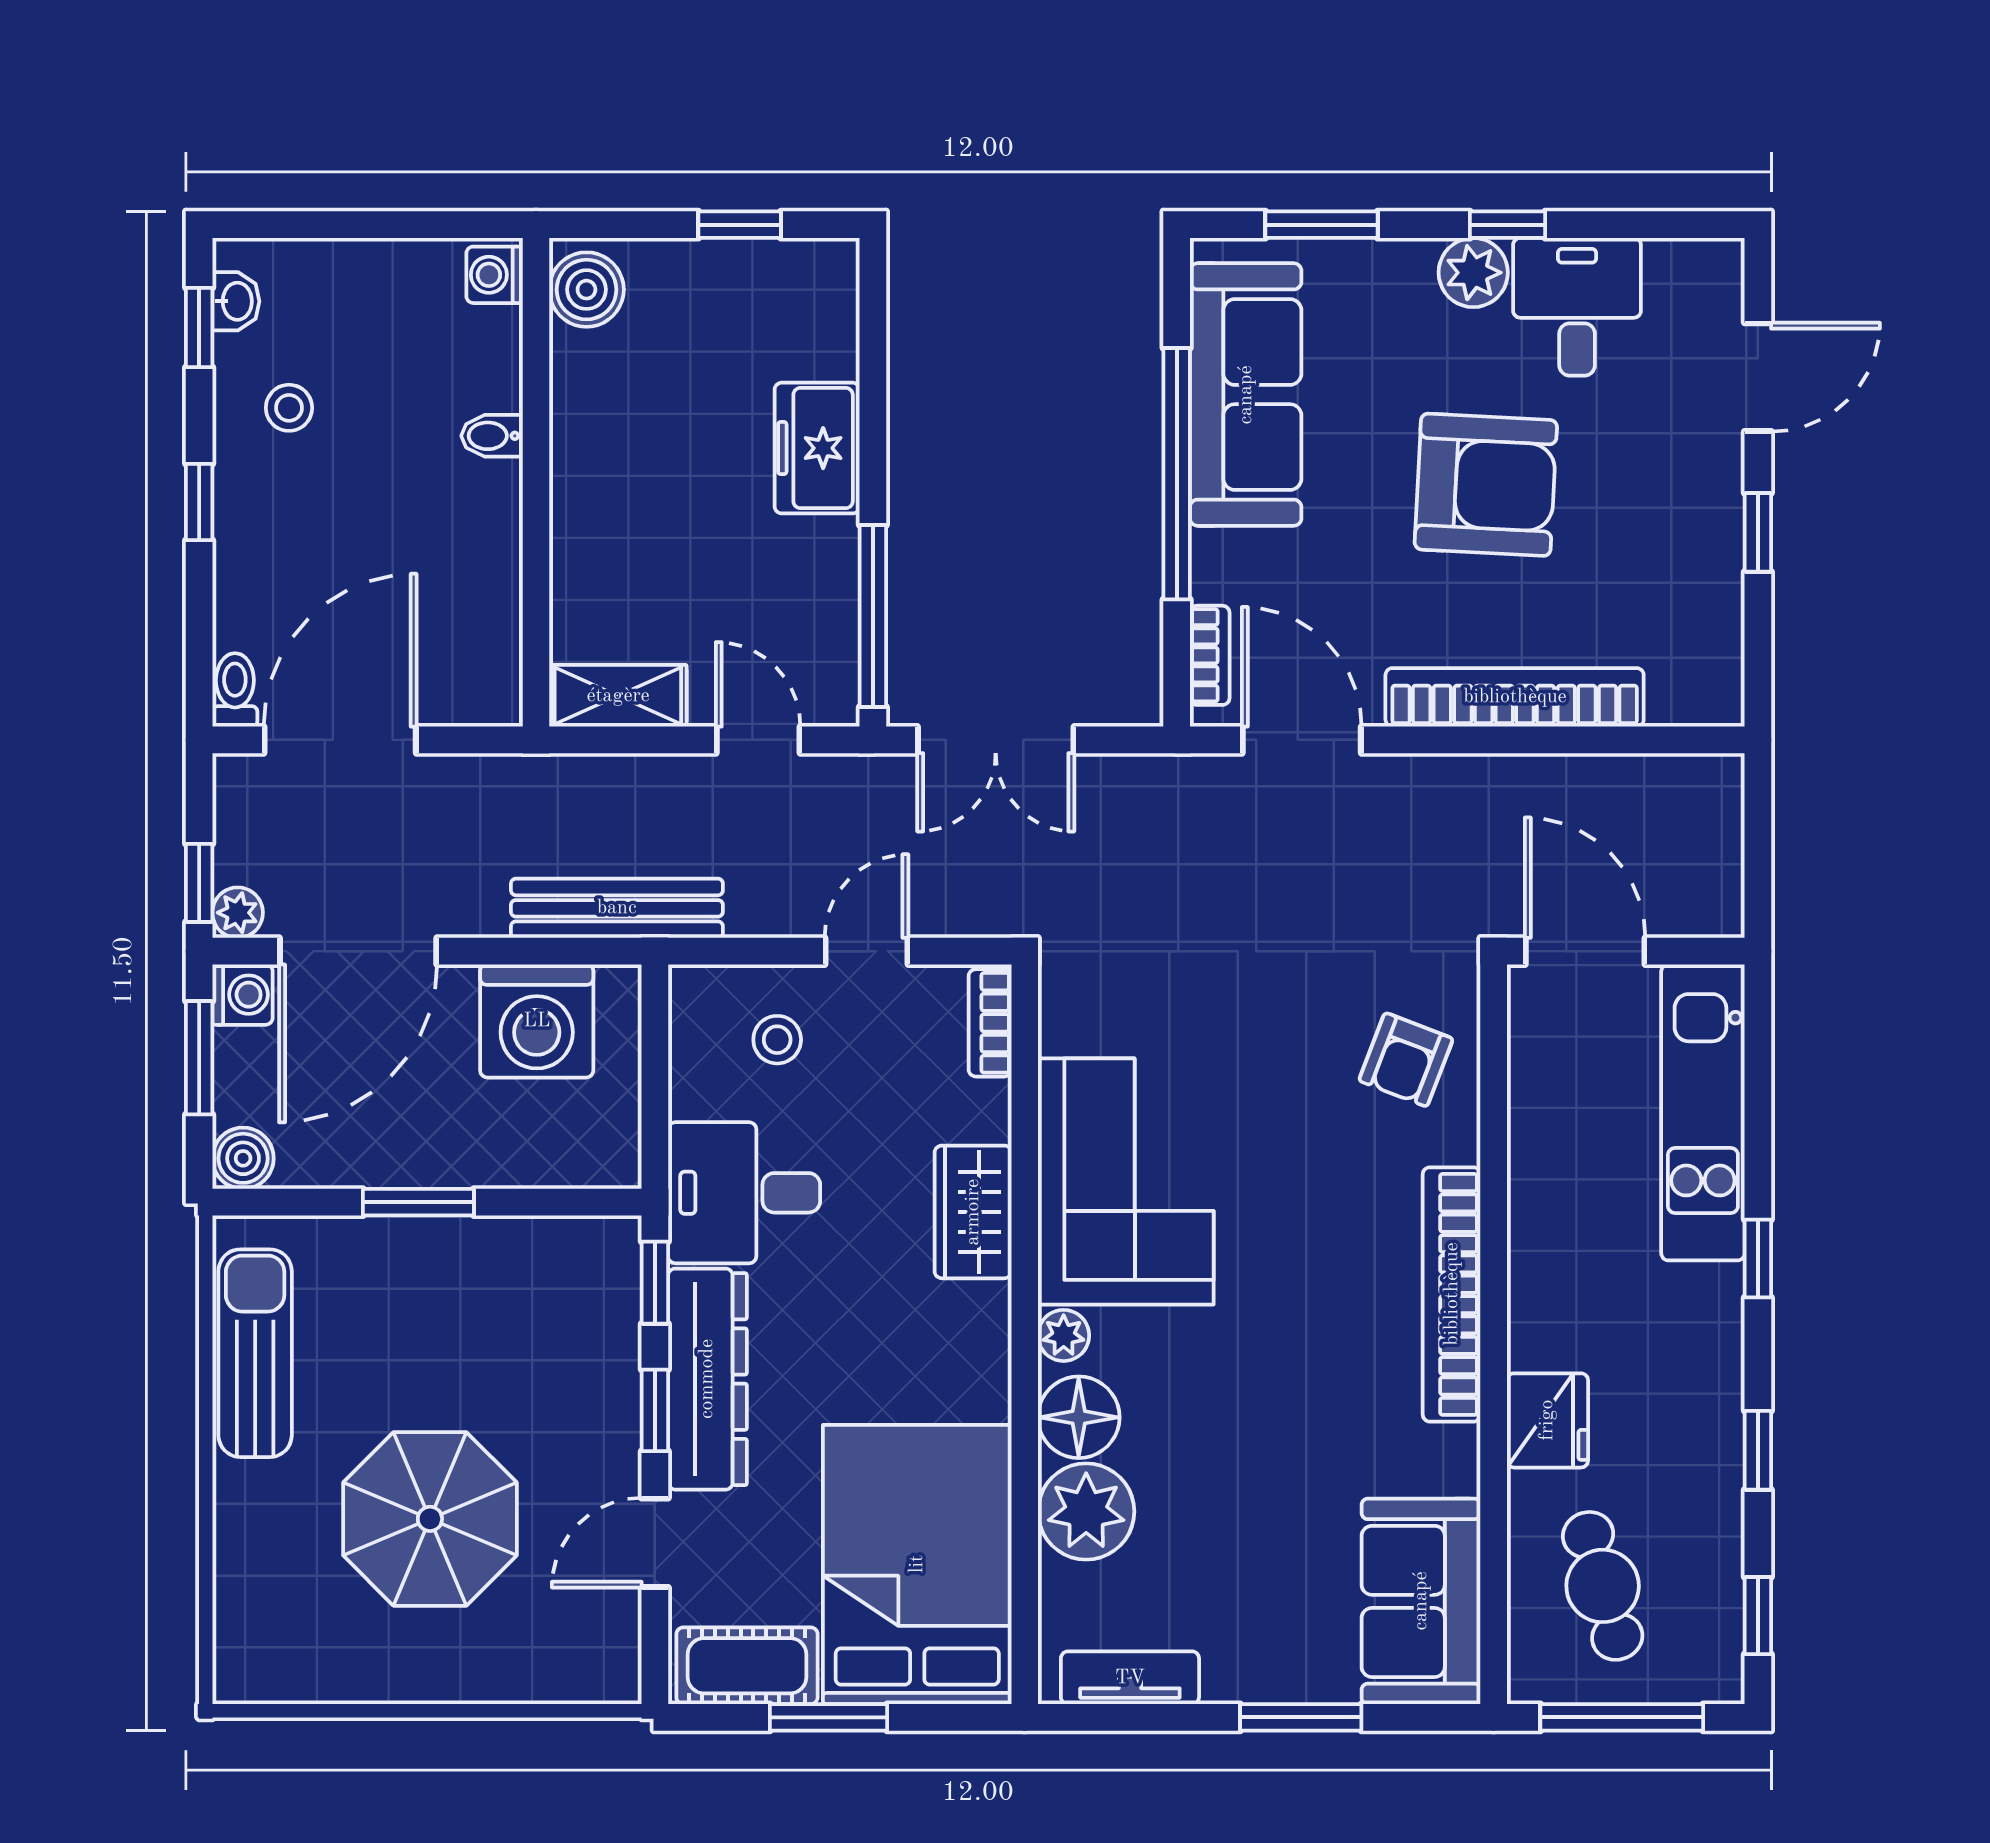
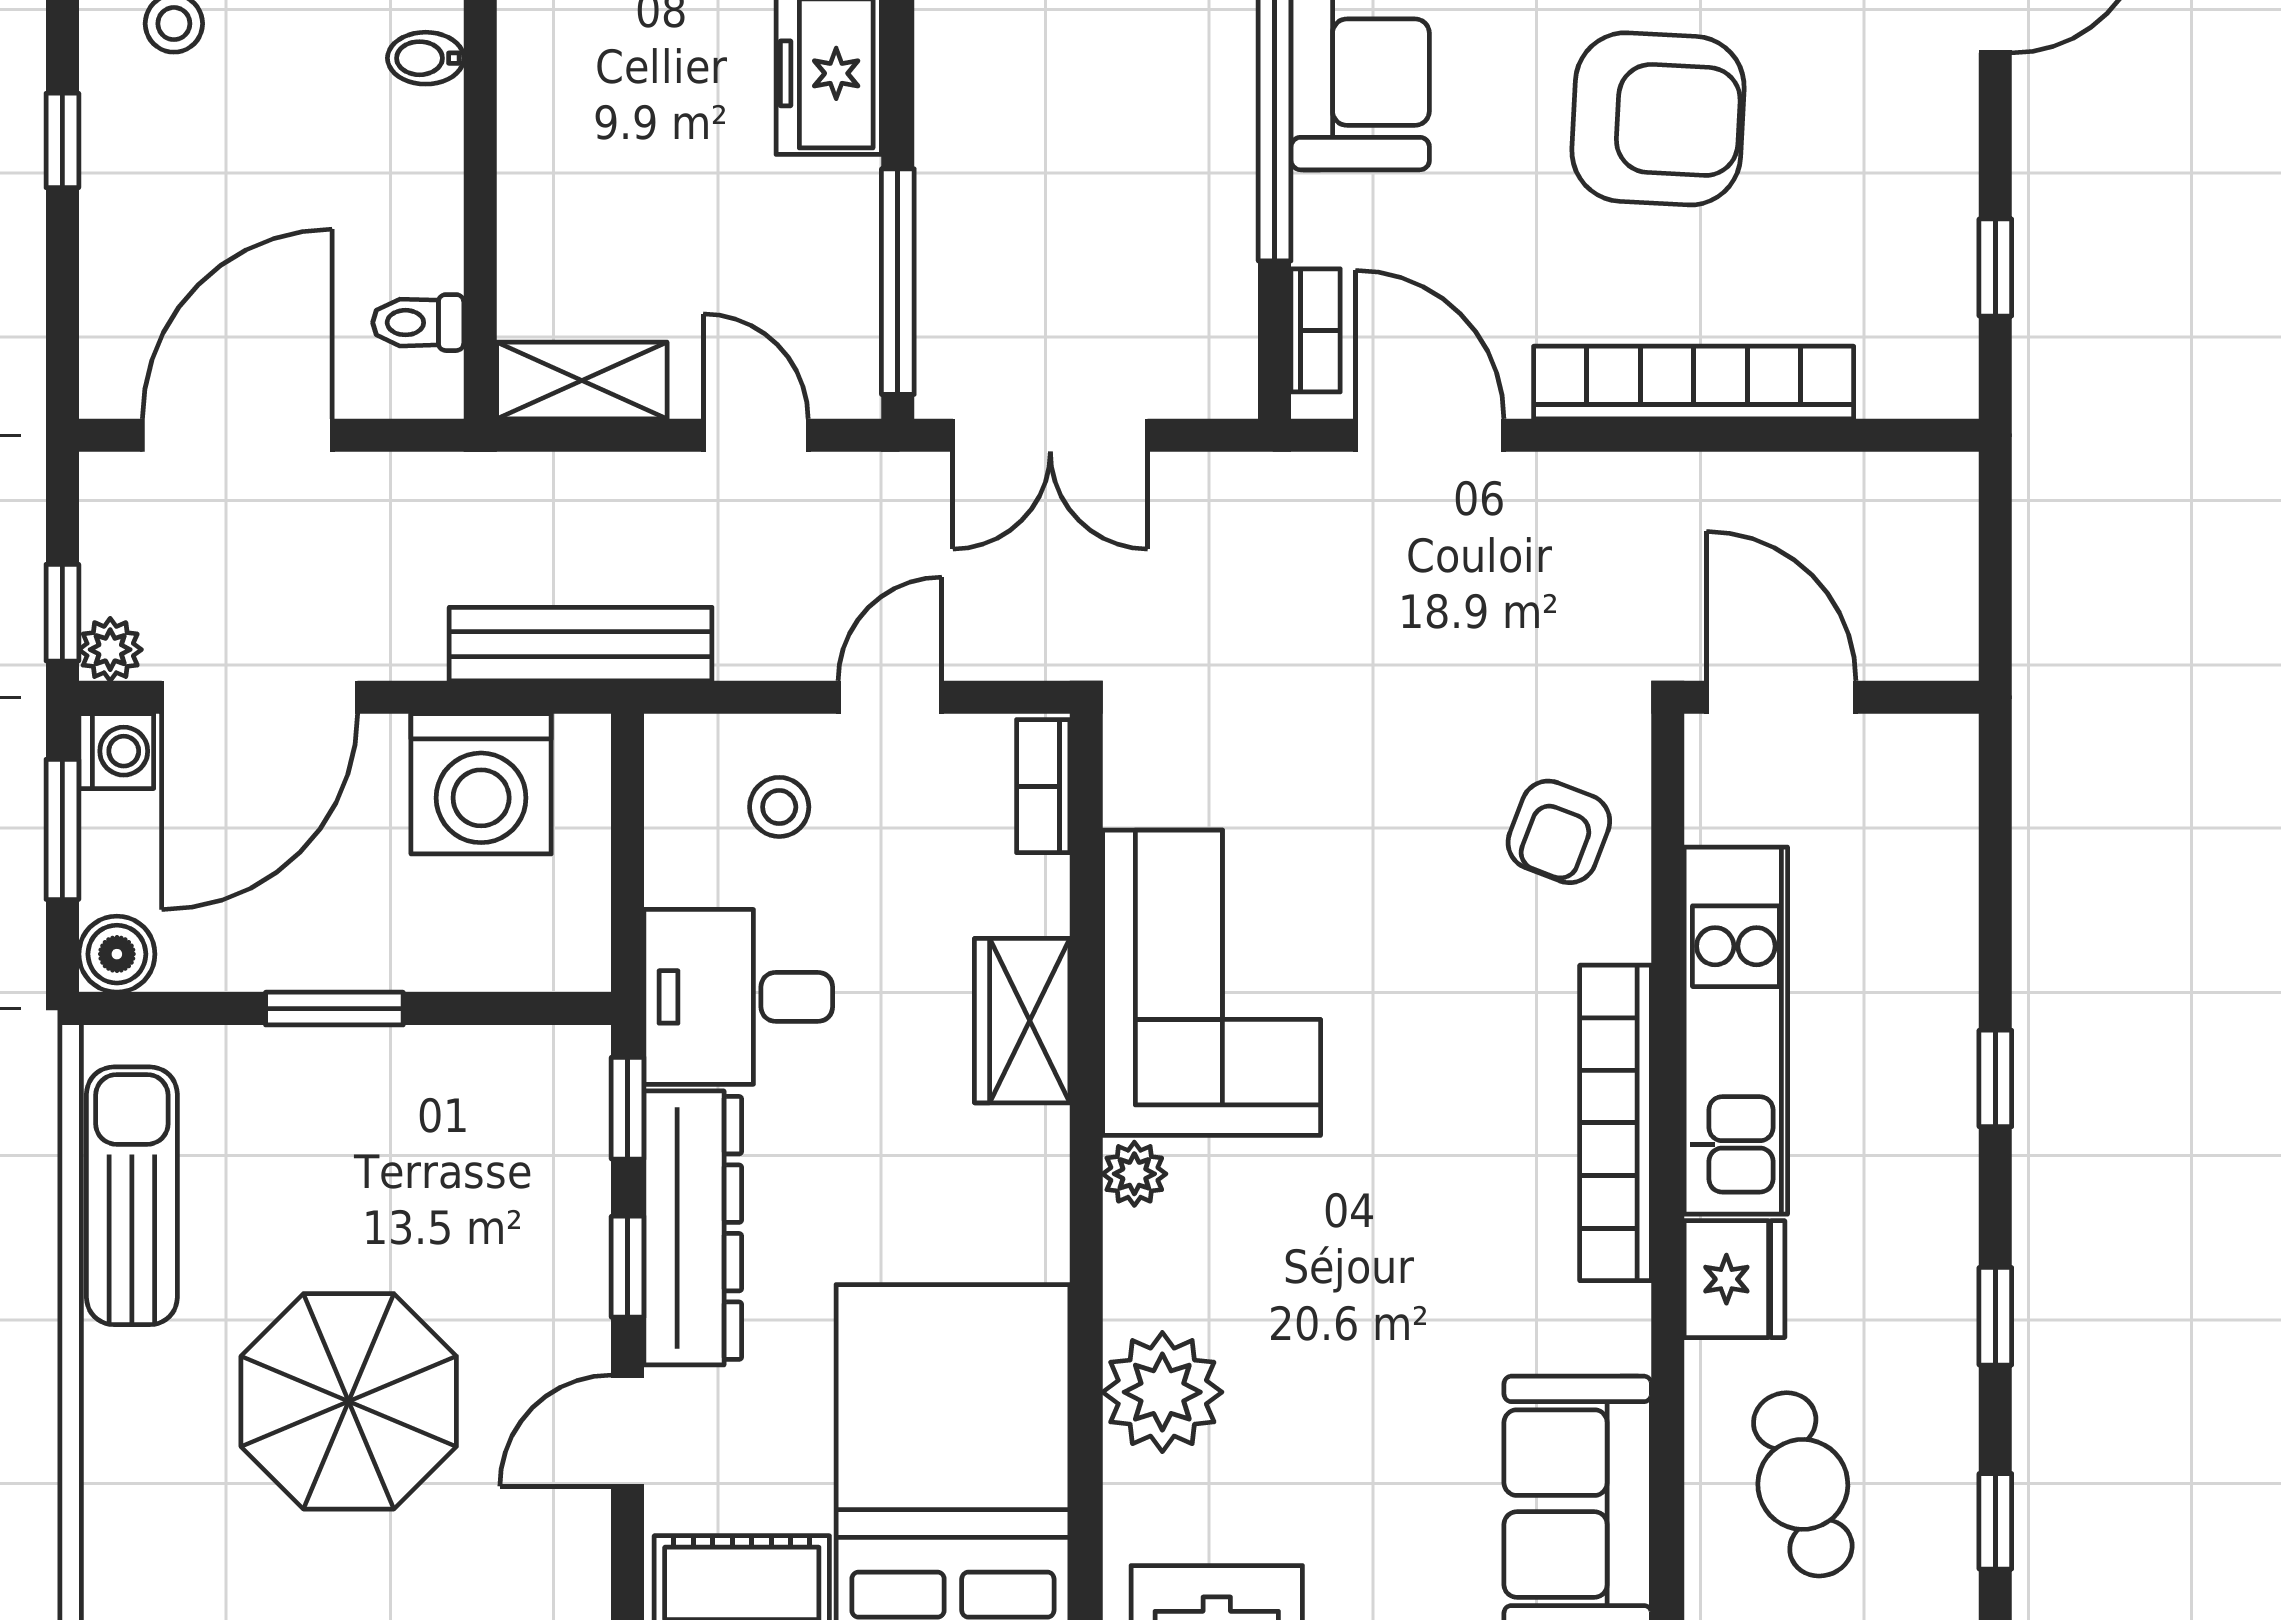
window: (1758, 532) -> (1995, 268), moved
toilet: (235, 690) -> (418, 323), moved, turned -90
kitchen unit: (1703, 1112) -> (1736, 1031), moved, turned 180
floor lamp: (1079, 1417) -> (1153, 1275), removed

